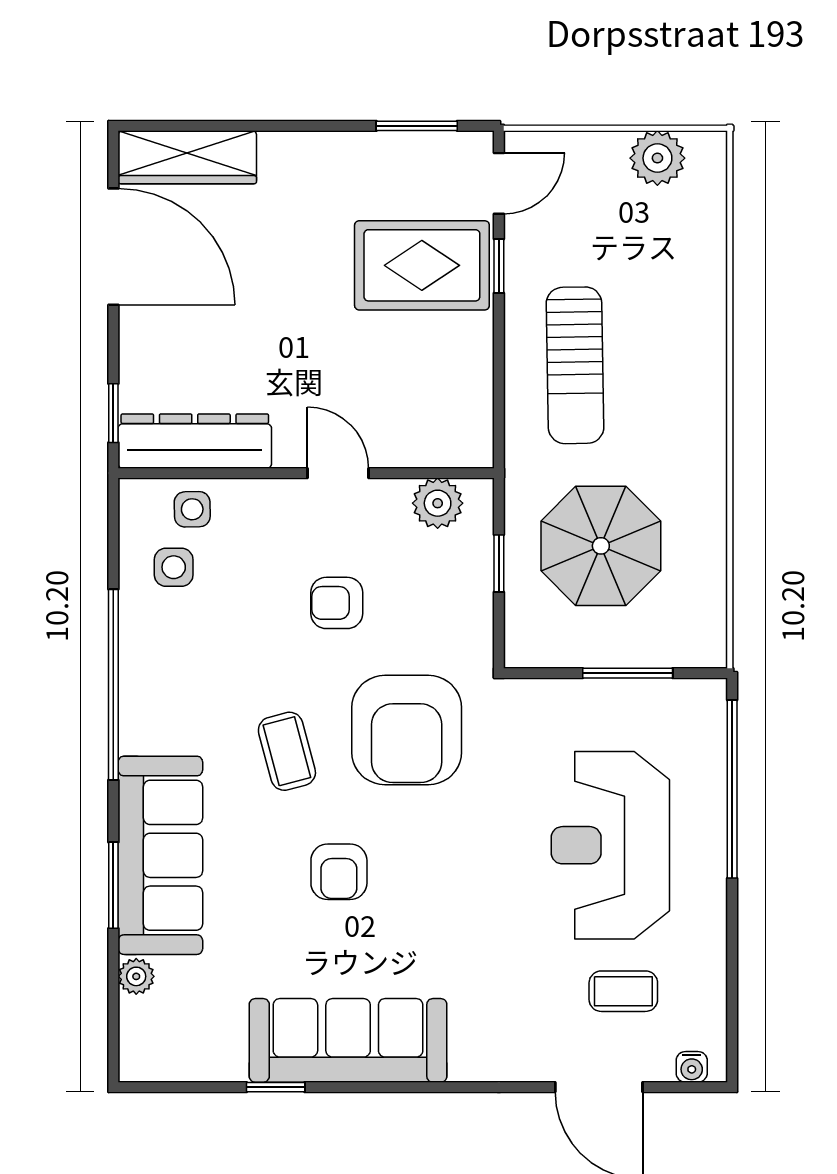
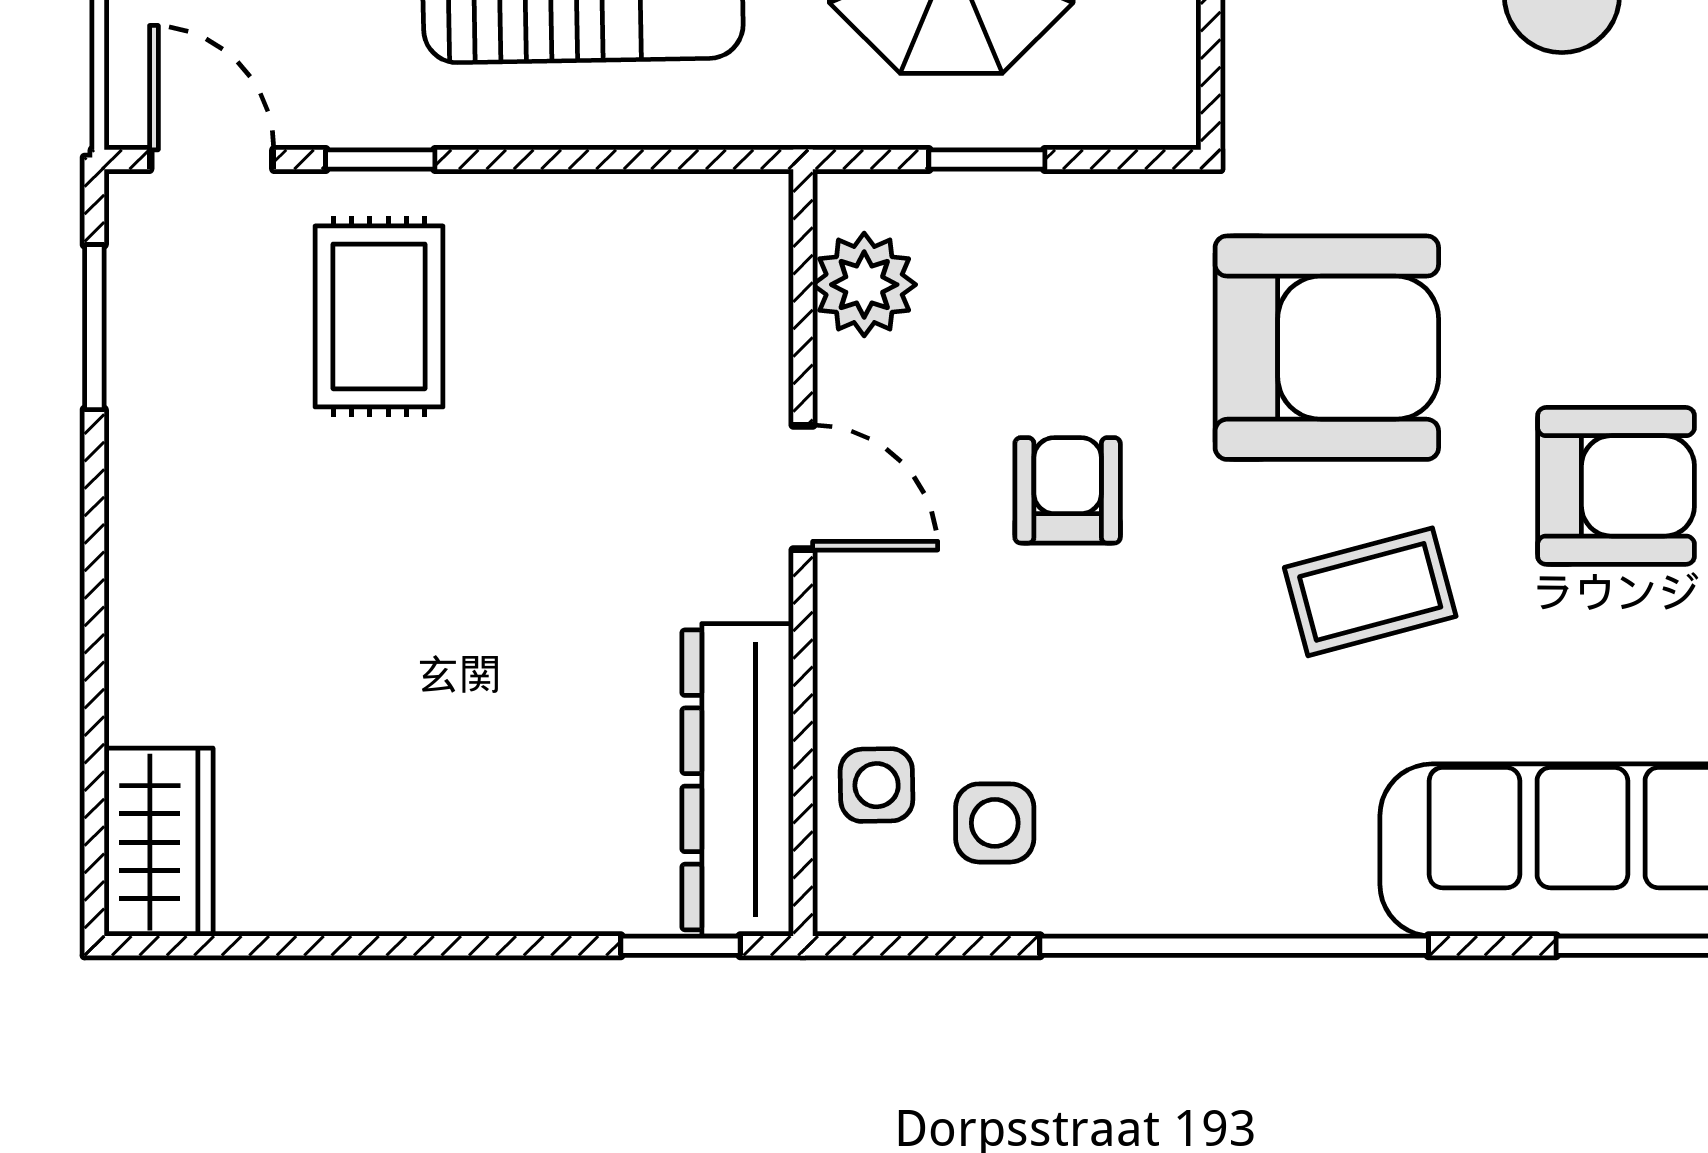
wardrobe: (187, 157) -> (159, 842), width x0.67
door: (113, 247) -> (341, 946), removed
rug: (422, 265) -> (379, 316), width x0.73, depth x0.70
door: (338, 473) -> (803, 488), swing flipped
armchair: (337, 603) -> (1068, 490), turned 180
armchair: (339, 872) -> (1616, 486), width x1.38, depth x1.38

